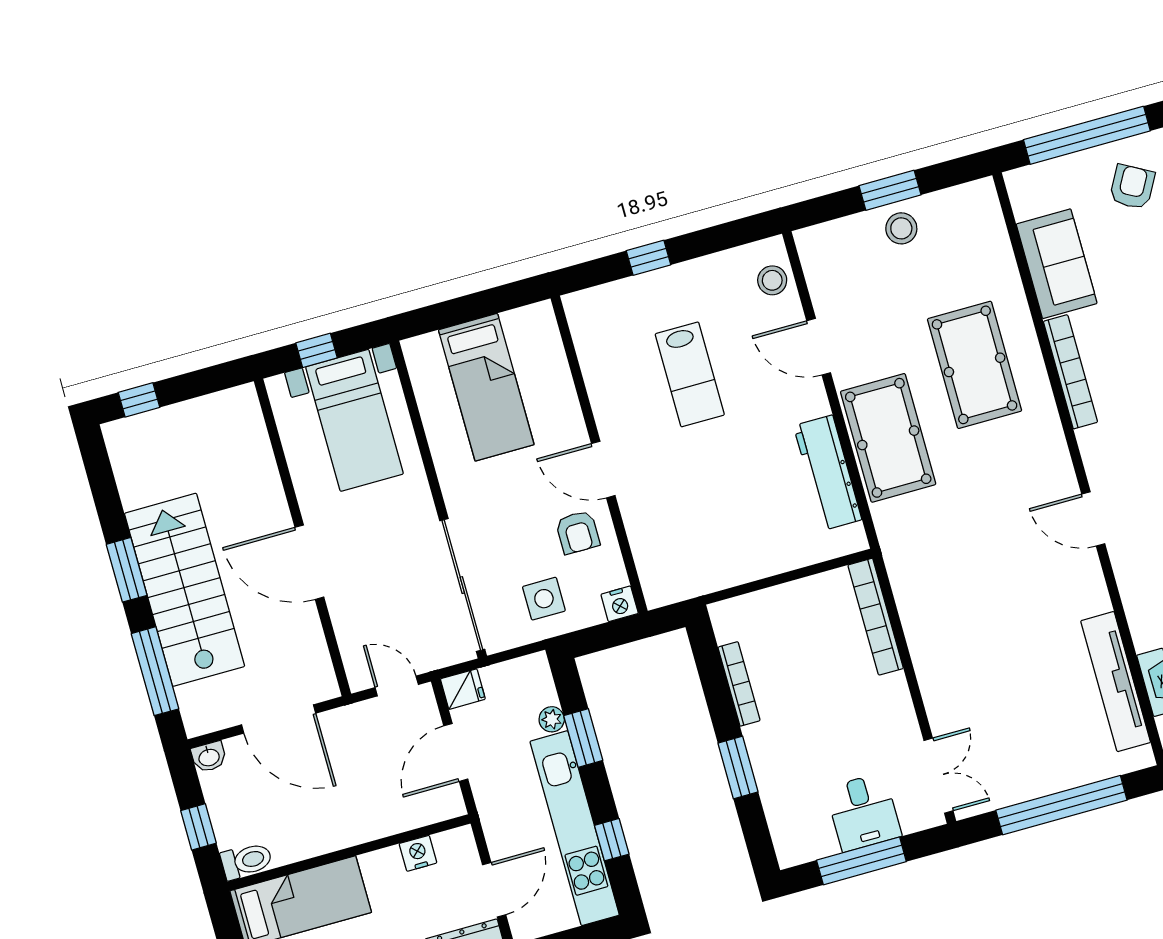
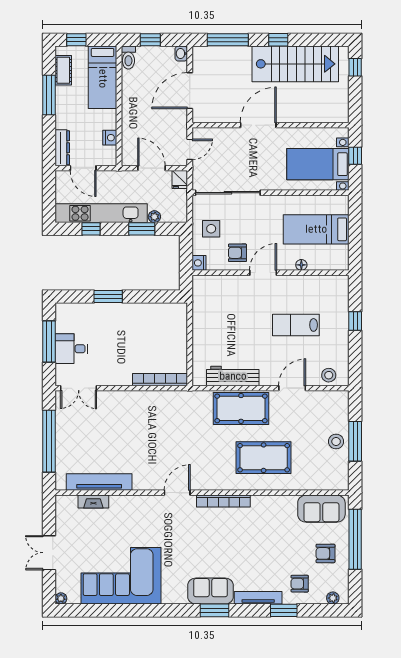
armchair: (1132, 187) -> (325, 553), turned 151
window: (890, 190) -> (355, 441), width x1.44
sofa: (1057, 264) -> (321, 509), moved
bookcase: (1070, 372) -> (223, 501), moved
floor lamp: (566, 397) -> (301, 265), added
window: (127, 570) -> (278, 40), width x0.67
stairs: (185, 590) -> (295, 64), moved
bookcase: (739, 684) -> (147, 308), removed

